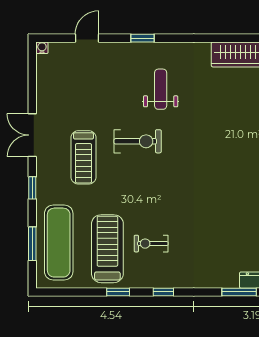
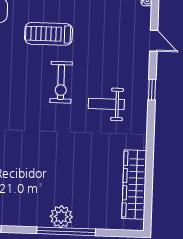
weight bench: (161, 89) -> (106, 104), turned 180

